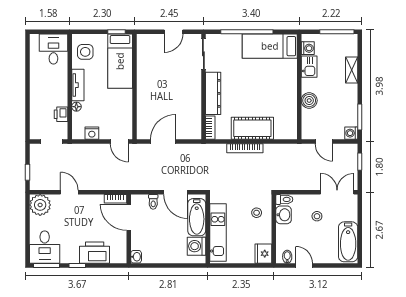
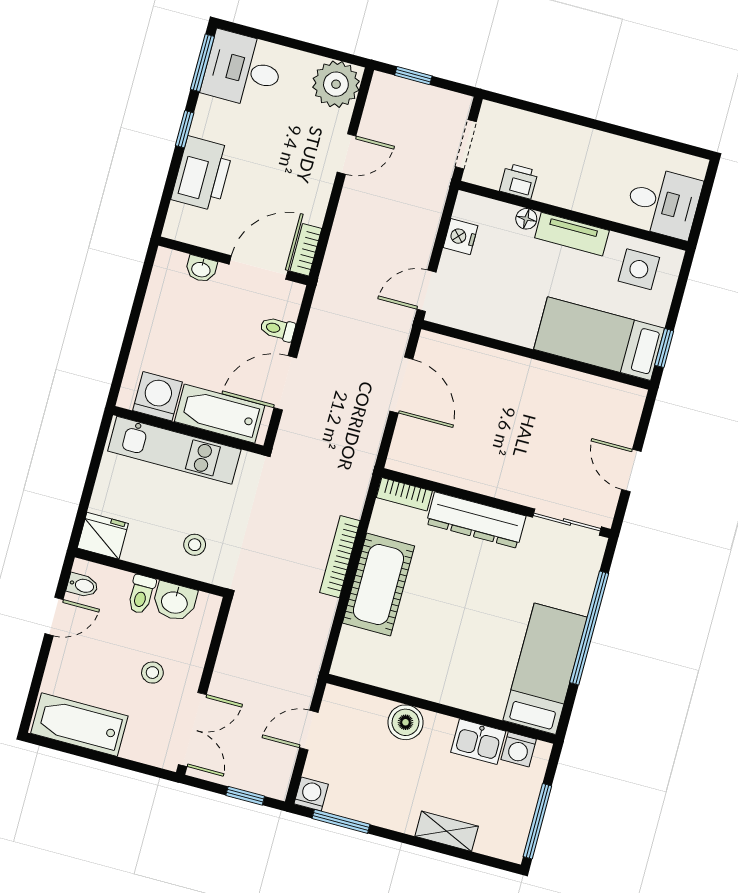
toilet: (284, 199) -> (141, 594), moved
washbasin: (136, 257) -> (201, 269), moved

